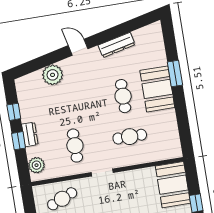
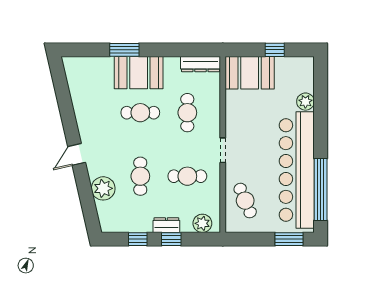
dresser: (117, 45) -> (200, 64), moved, turned 103
cafe table: (68, 105) -> (140, 176), added

